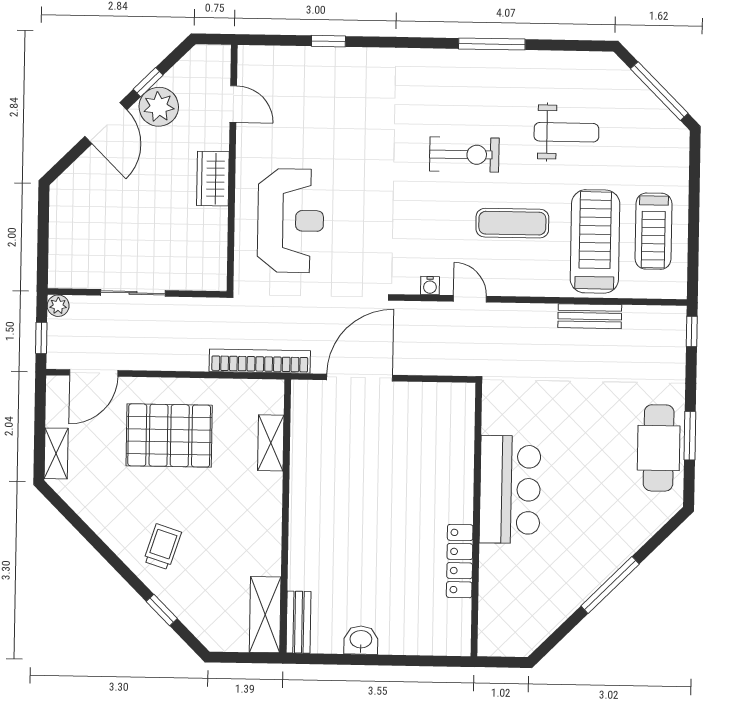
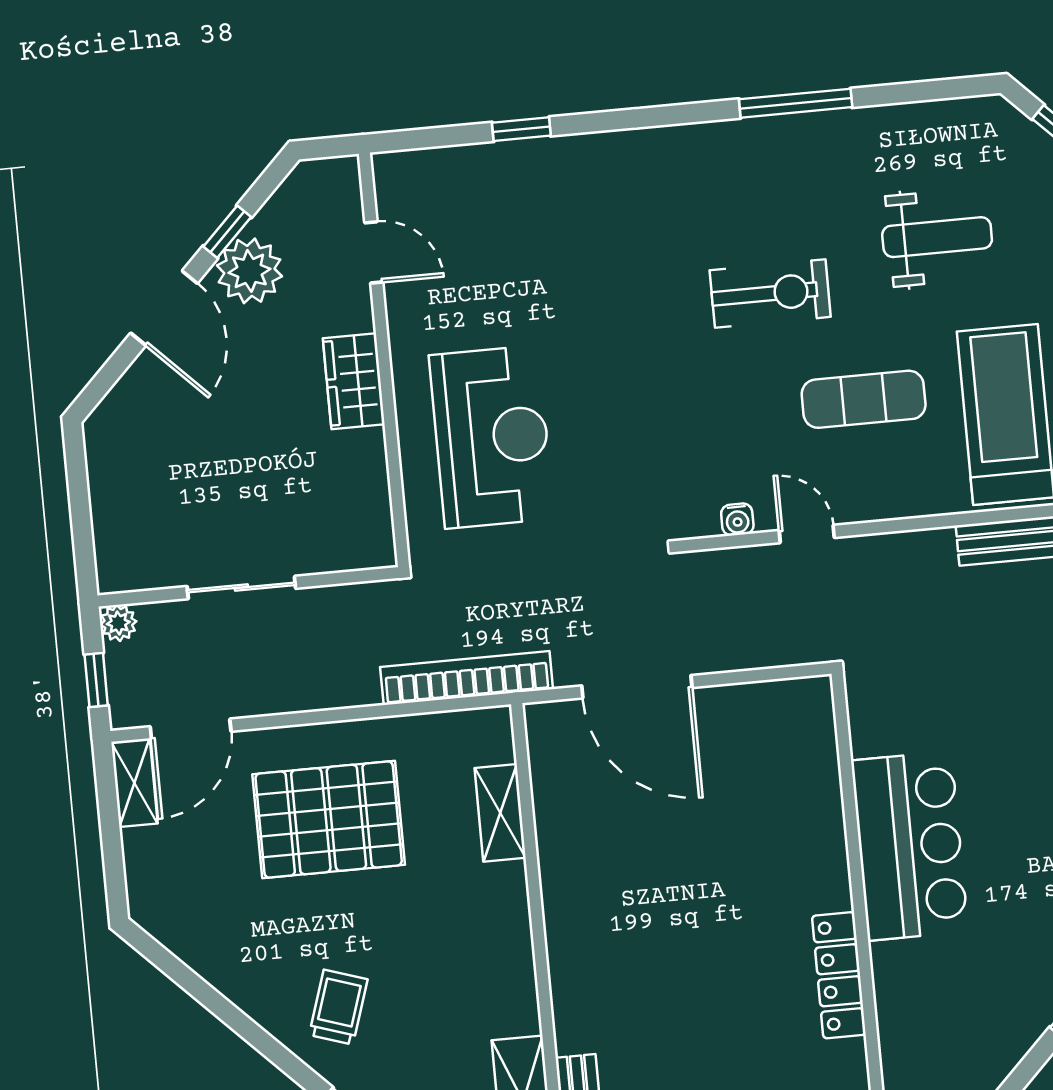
door: (360, 378) -> (637, 687), swing flipped
shelving: (56, 453) -> (134, 783), moved

